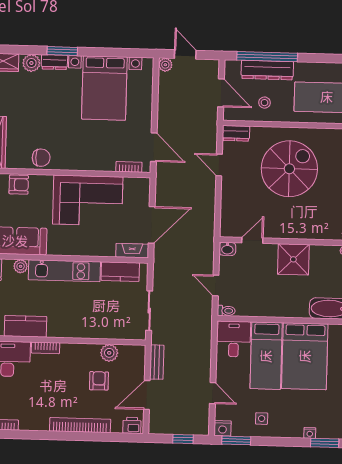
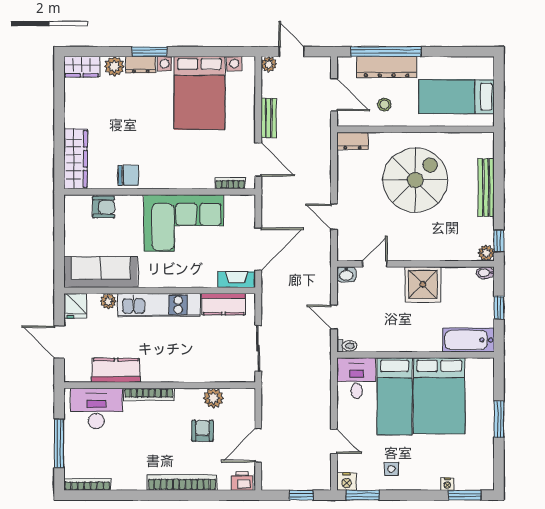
door: (219, 165) -> (334, 217), moved
bookcase: (45, 348) -> (149, 394), width x1.56
bench: (157, 362) -> (269, 118), moved

